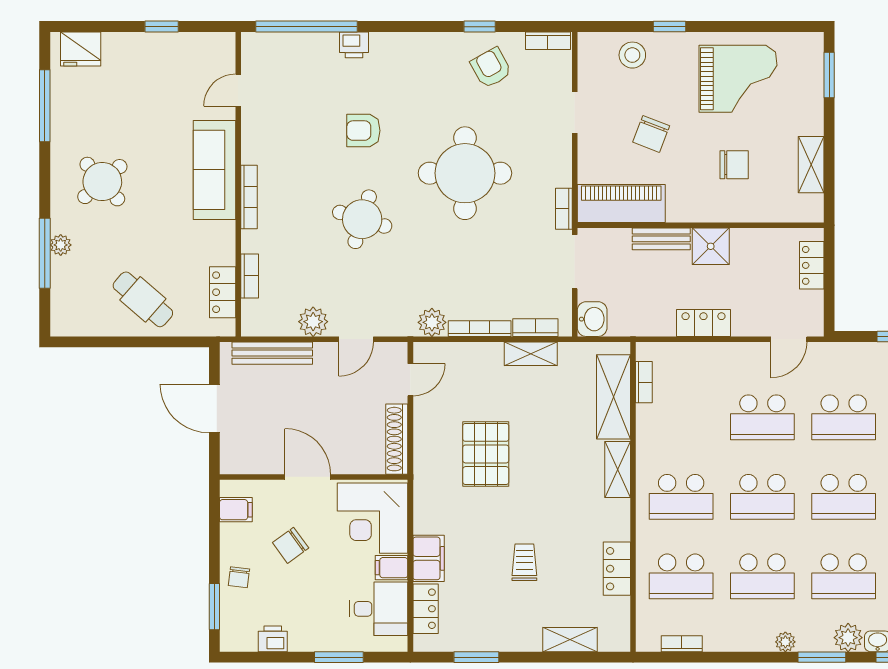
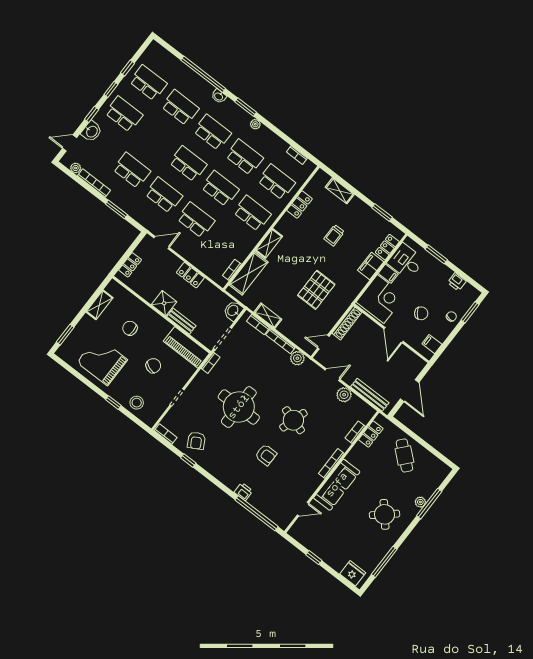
plant: (848, 638) -> (229, 107), removed

